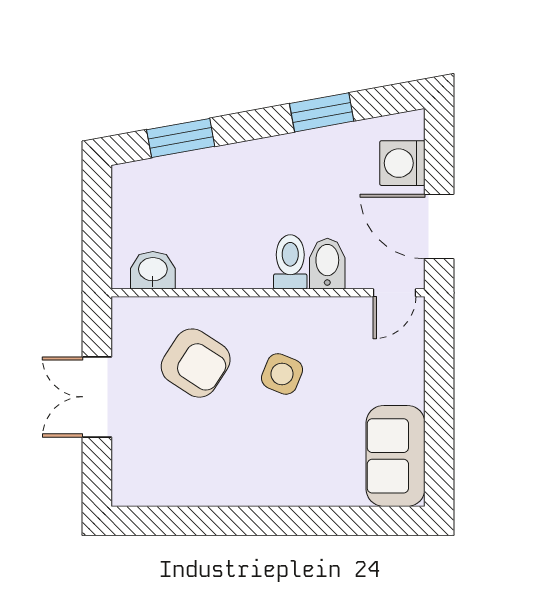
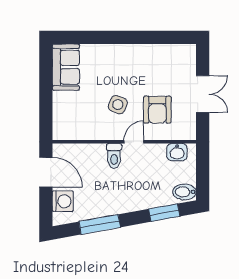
window: (322, 112) -> (100, 224), width x1.44
bidet: (327, 264) -> (184, 192), moved, turned 90
door: (395, 293) -> (134, 142), moved
armchair: (196, 363) -> (157, 110), turned -123

